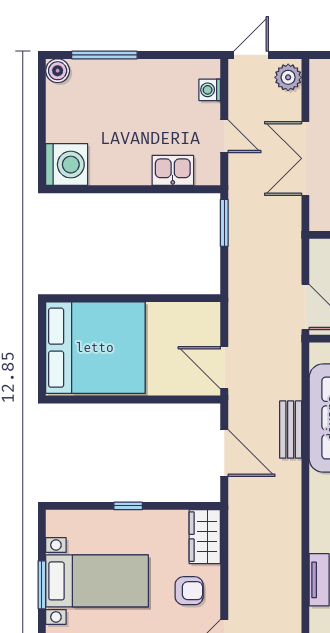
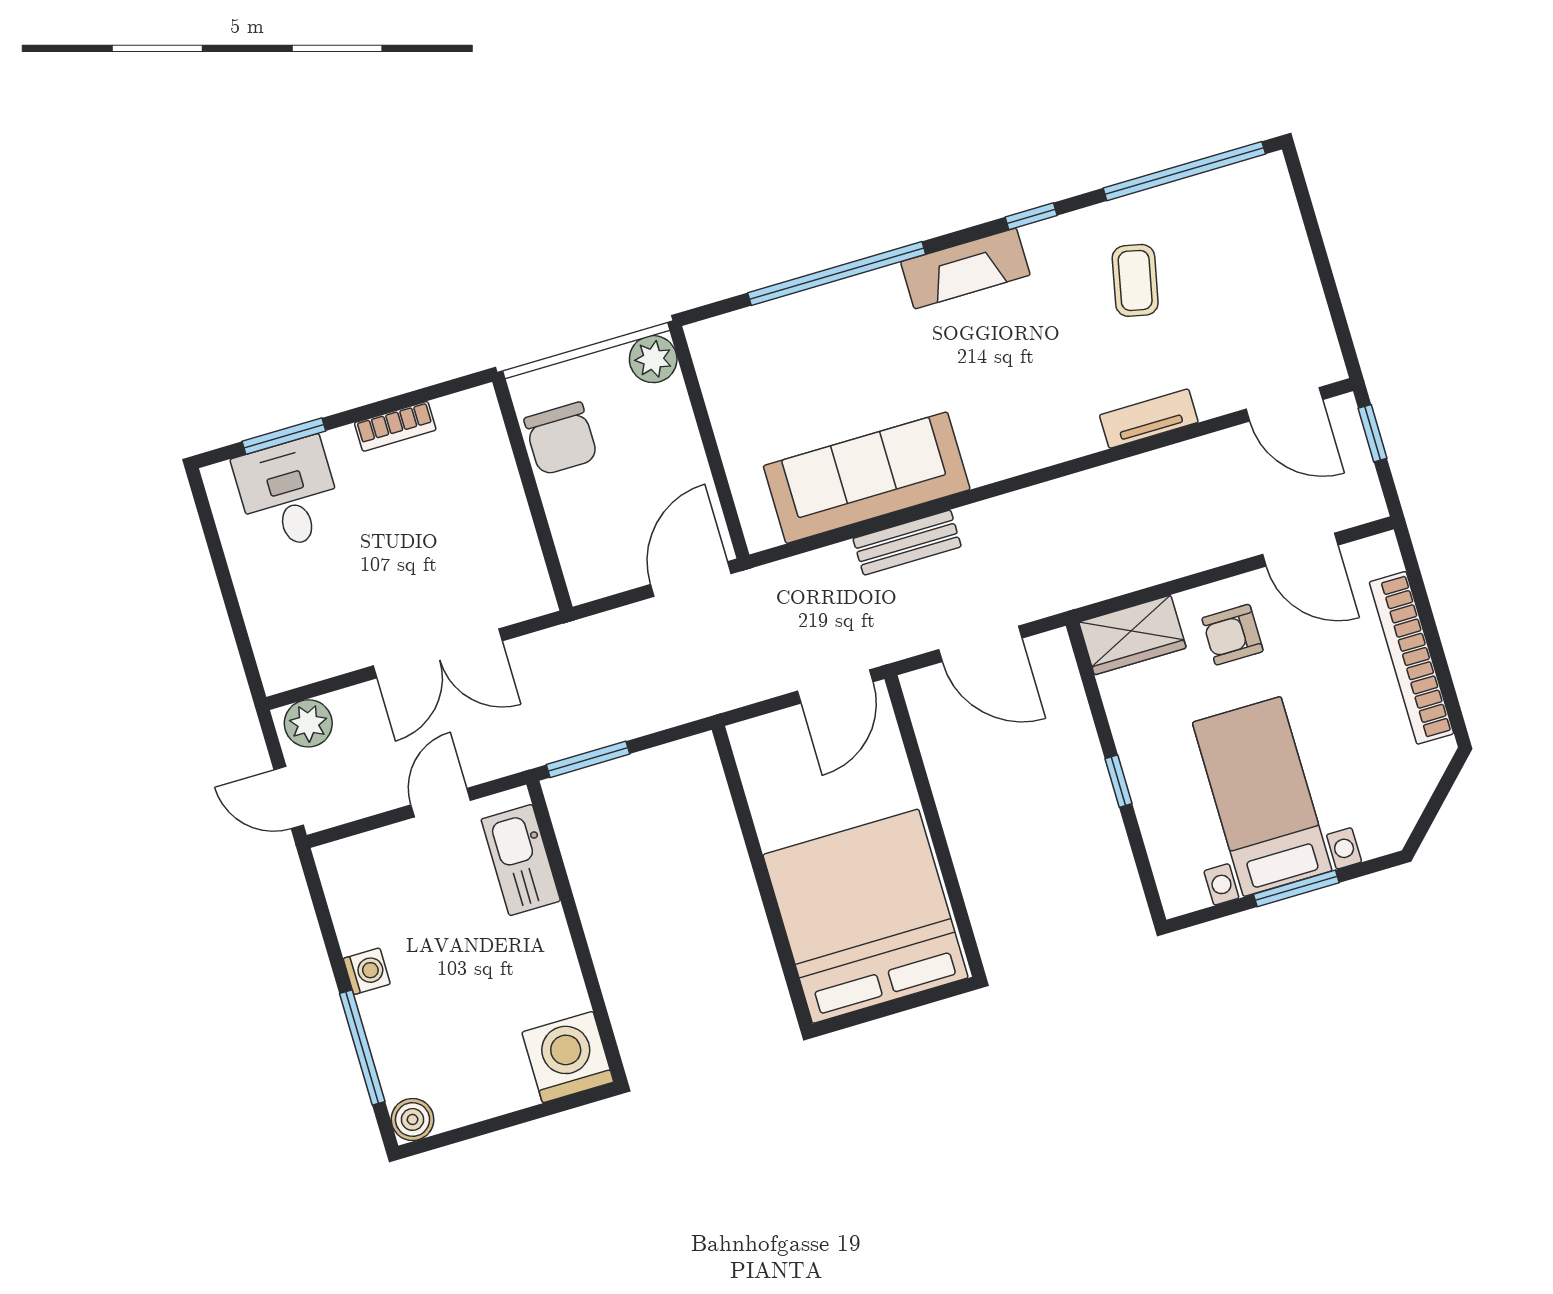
washing machine: (210, 90) -> (367, 971), moved, turned -90
kitchen sink: (173, 170) -> (521, 860), width x1.38
door: (224, 453) -> (980, 644), swing flipped
armchair: (189, 591) -> (1233, 635), turned -90

